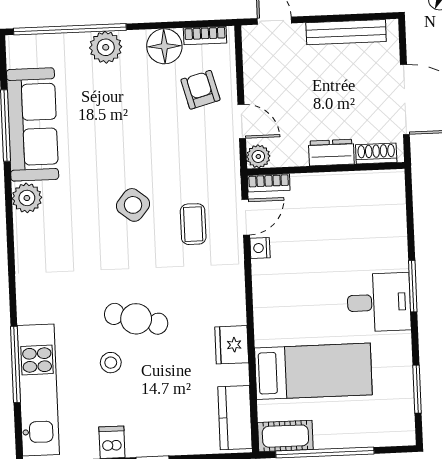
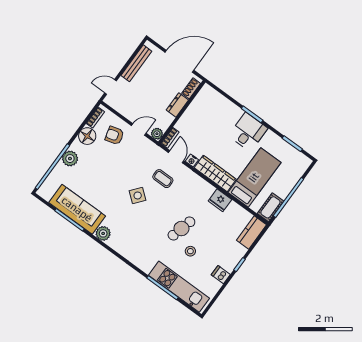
wardrobe: (269, 303) -> (215, 173), added
kitchen counter: (235, 418) -> (251, 233), moved, turned 90

